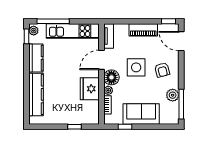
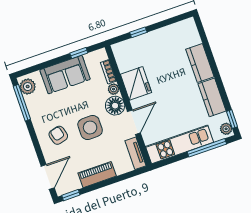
door: (181, 41) -> (48, 177), hinge flipped
kitchen counter: (36, 94) -> (200, 63), width x0.67
plant: (173, 95) -> (28, 87), moved

